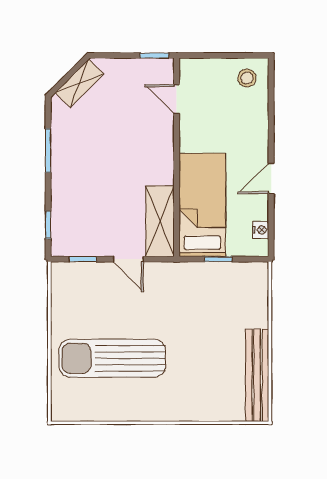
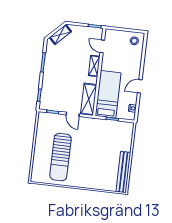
shelving: (164, 145) -> (94, 66), added
sun lounger: (112, 358) -> (60, 157), turned -90

